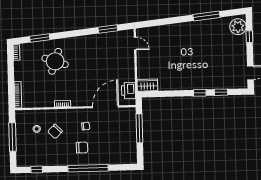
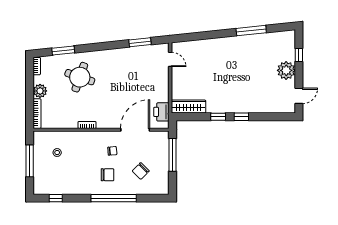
plant: (238, 27) -> (286, 70), moved
plant: (20, 74) -> (40, 91), added
wardrobe: (147, 85) -> (188, 107), width x1.50
window: (221, 92) -> (218, 117), moved
chair: (55, 131) -> (141, 171), moved

